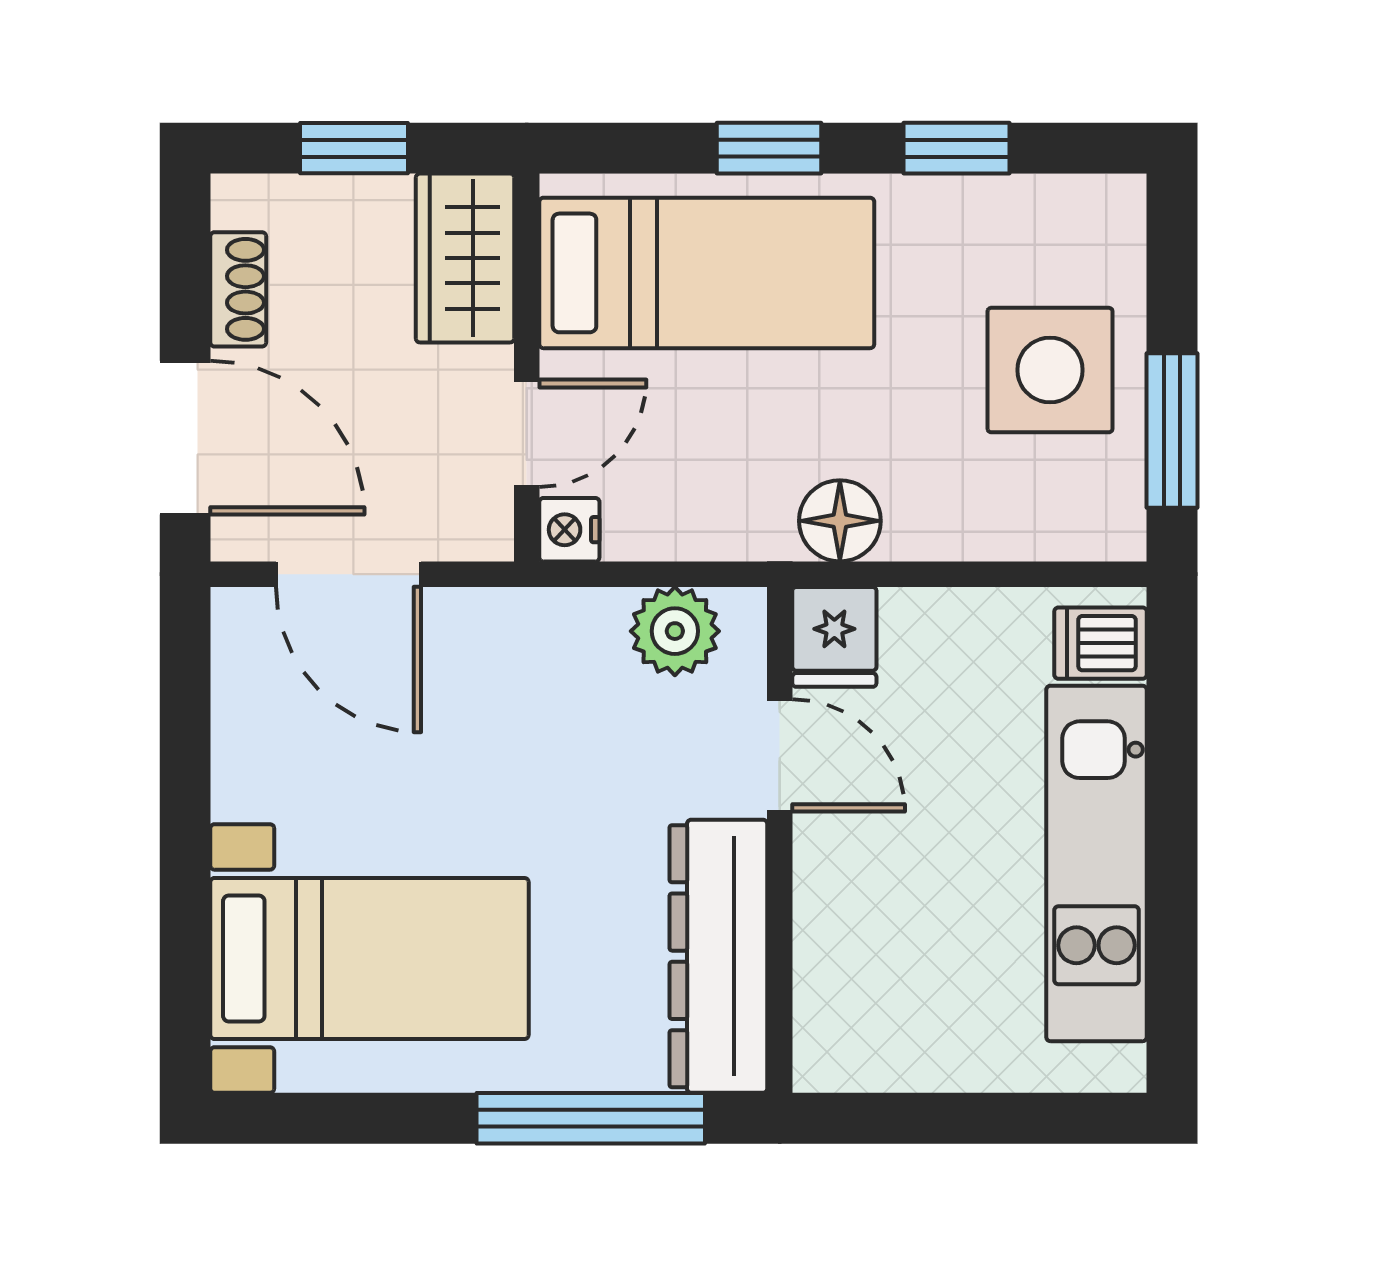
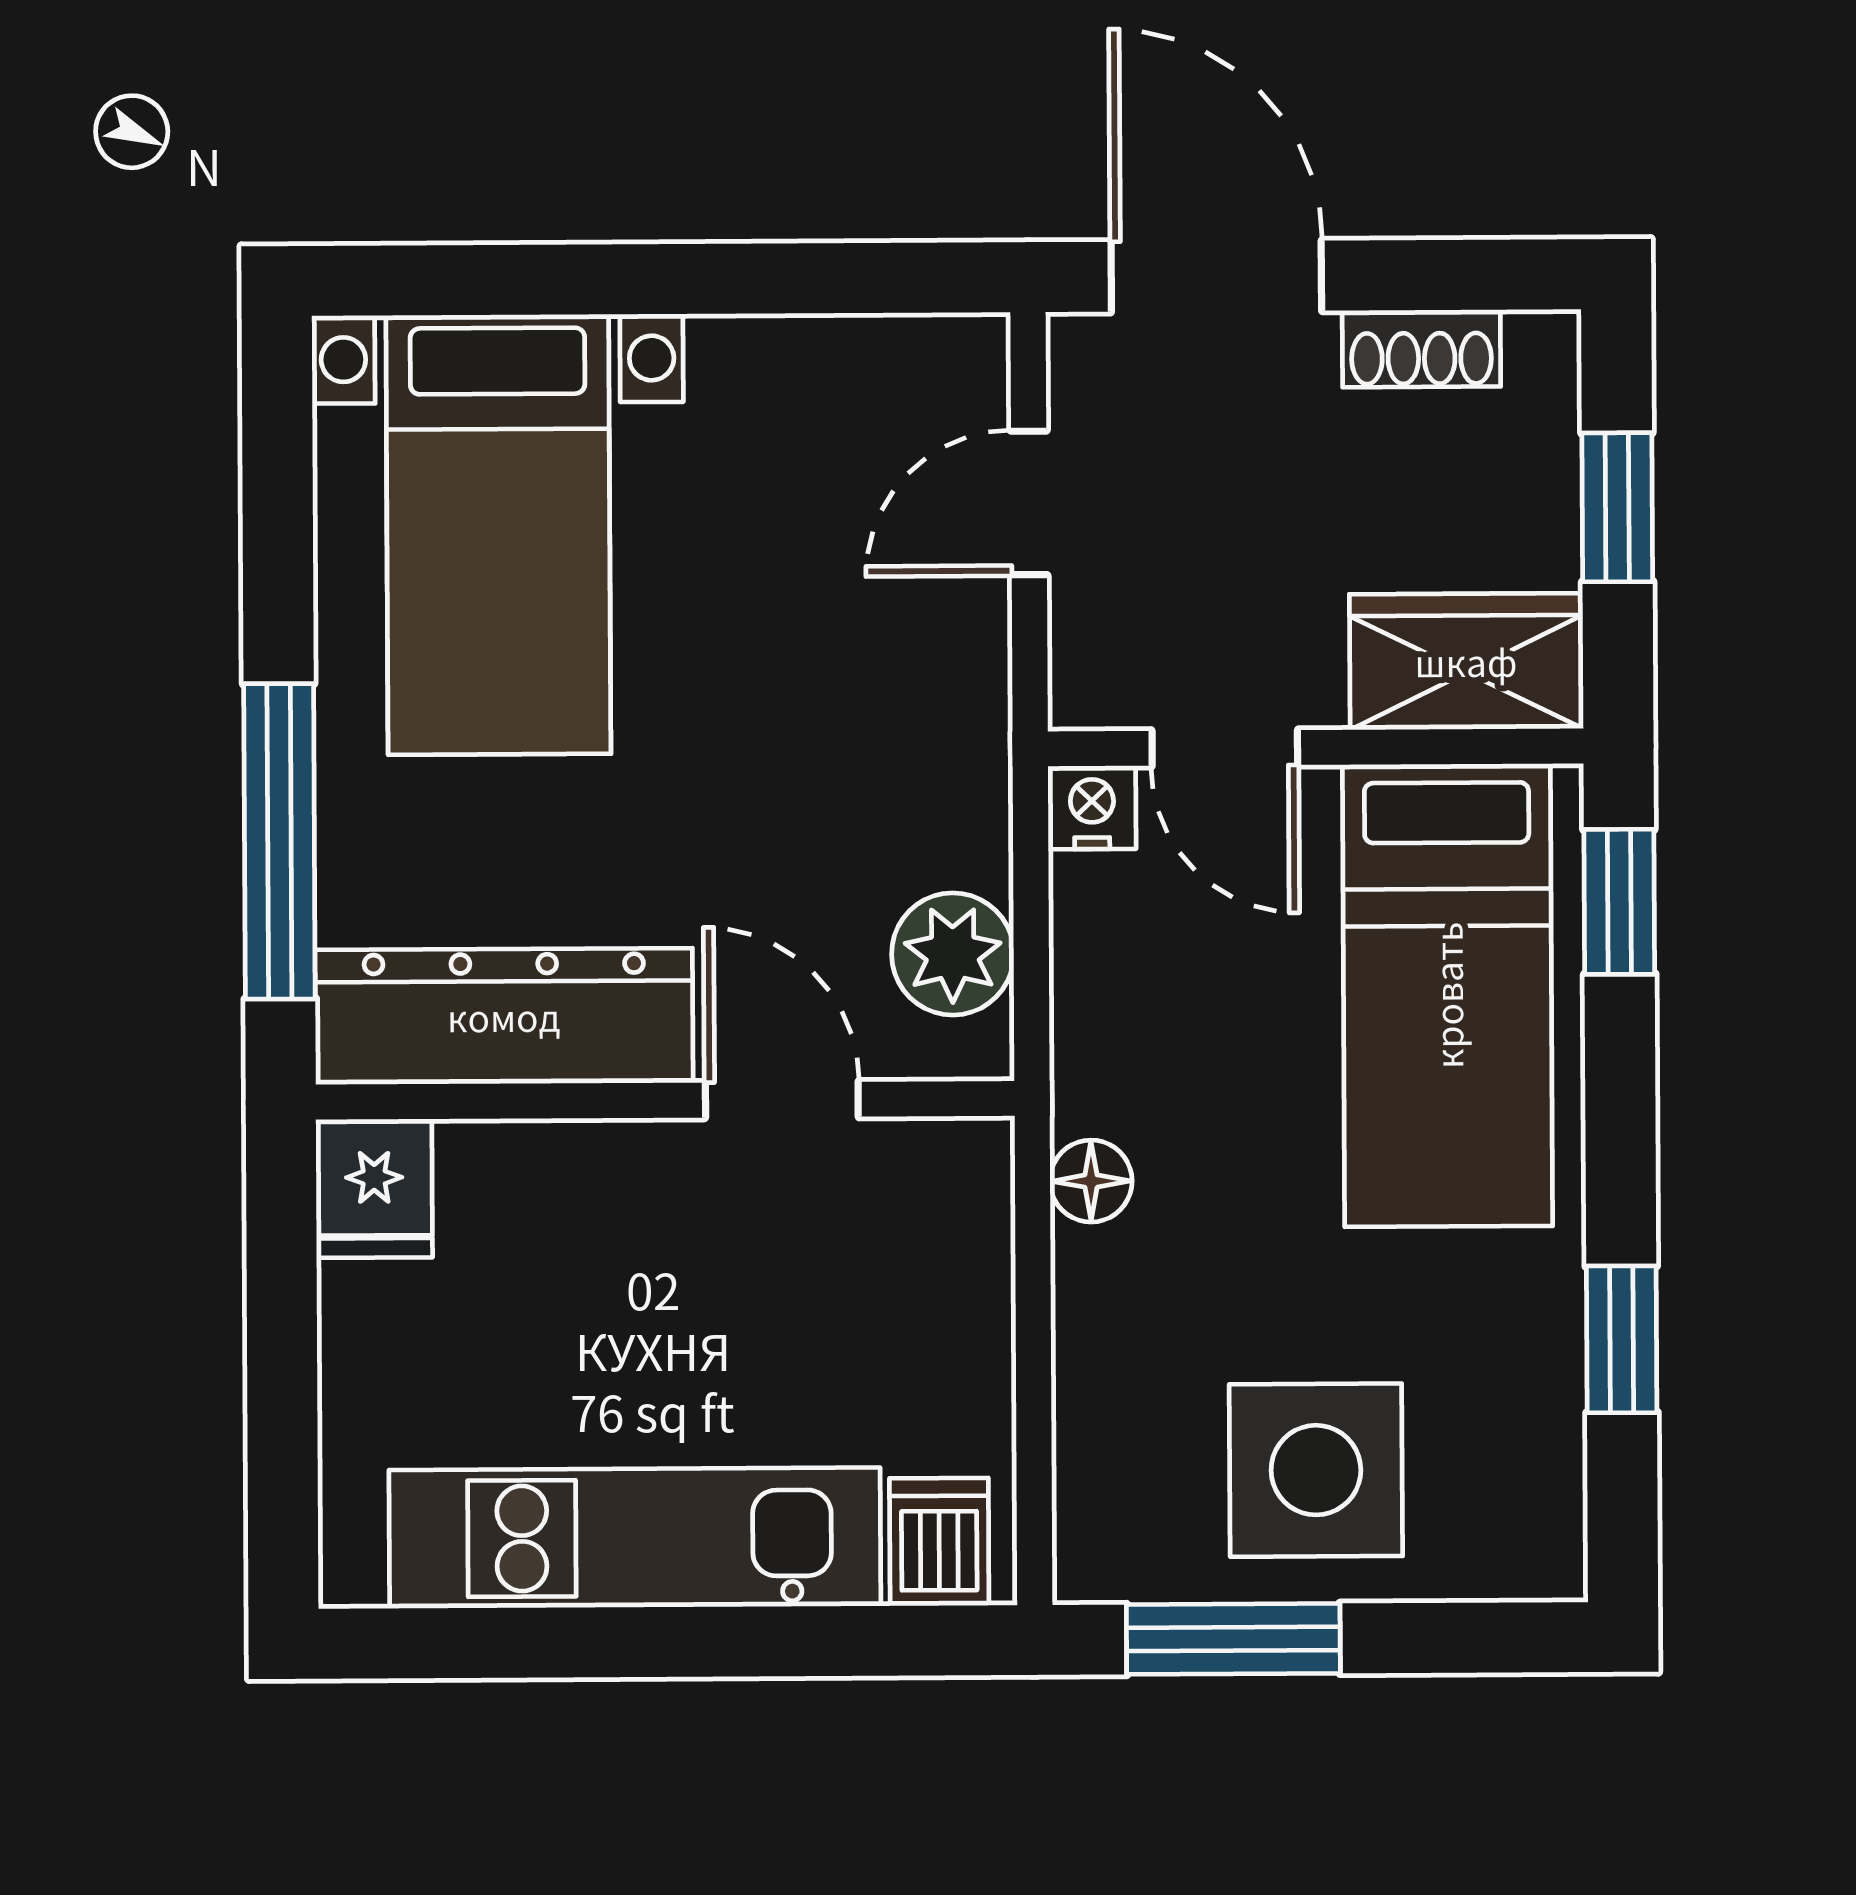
window: (769, 148) -> (1619, 902), moved
door: (185, 438) -> (1216, 276), swing flipped
floor lamp: (840, 521) -> (1091, 1181), width x0.73, depth x0.73
door: (349, 574) -> (1029, 503), width x0.73
fridge: (834, 637) -> (374, 1188), moved, turned -90
door: (780, 755) -> (782, 1100), swing flipped

